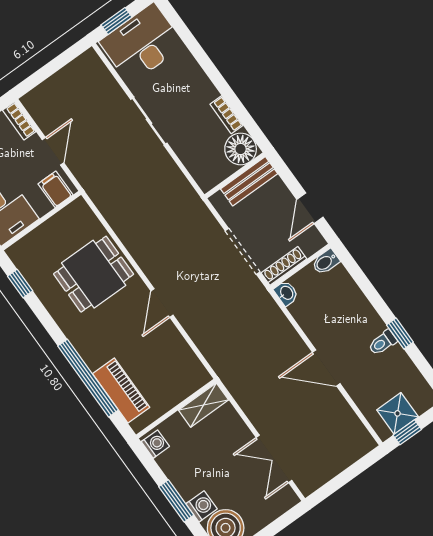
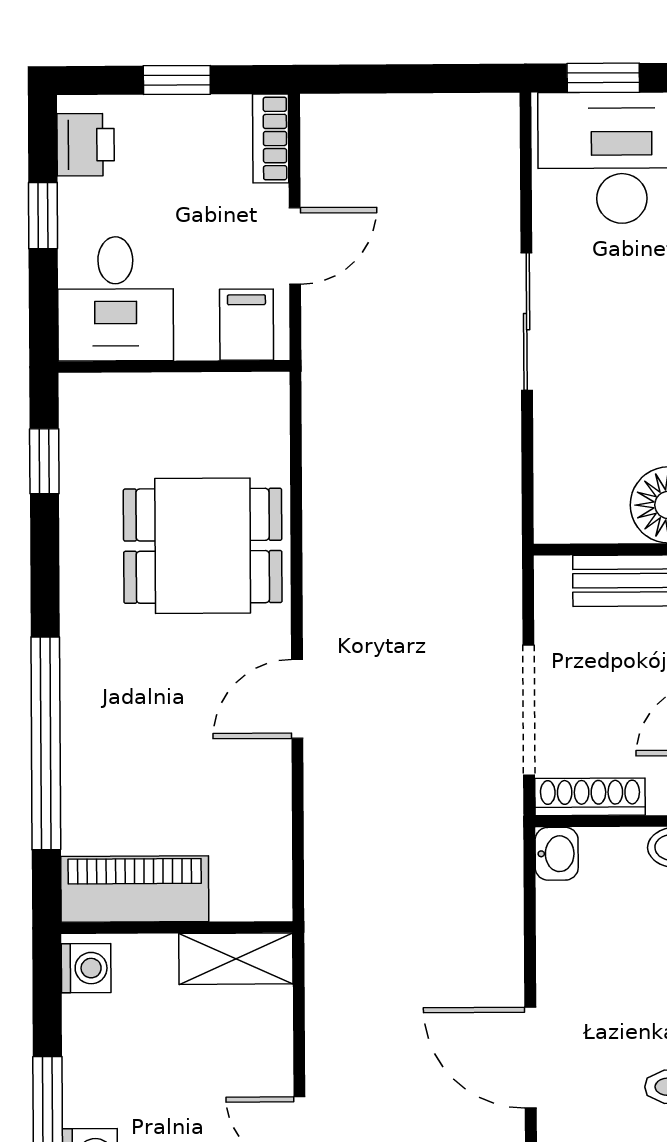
piano: (121, 391) -> (135, 889), moved, turned -90

